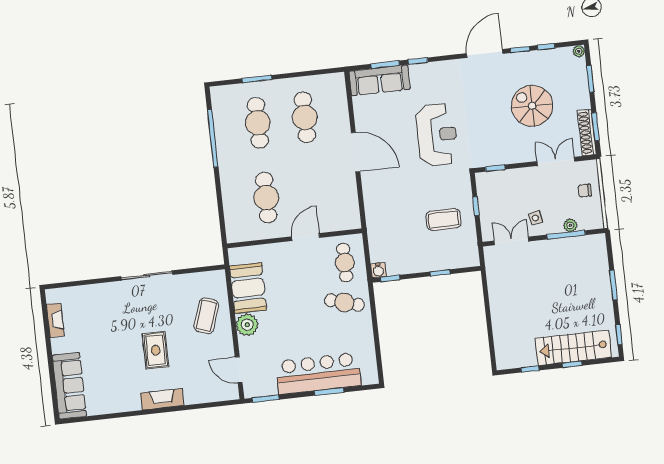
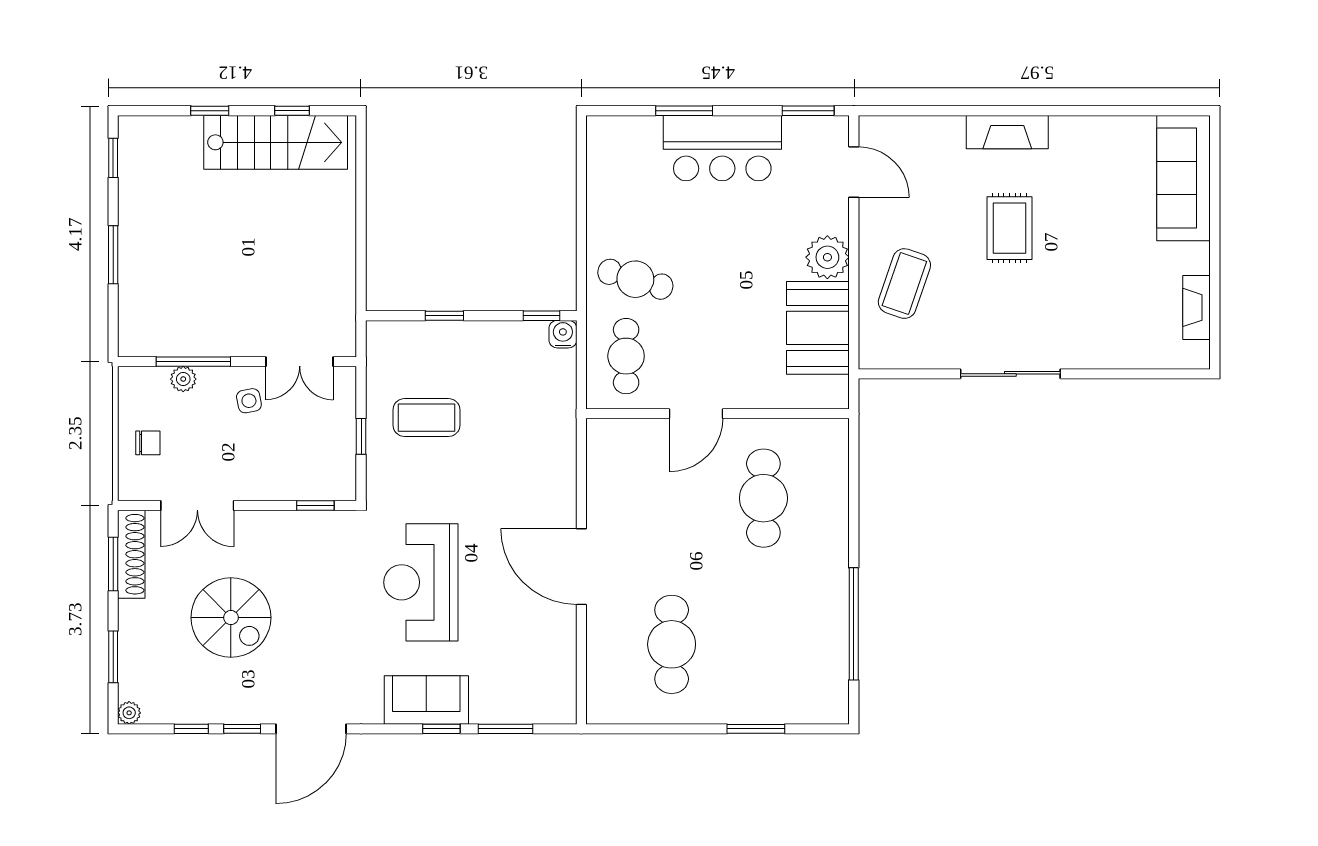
sofa: (379, 80) -> (426, 700), moved, width x0.73
cafe table: (258, 123) -> (763, 644), removed
stairs: (573, 348) -> (276, 142), moved
bar counter: (318, 373) -> (722, 148), width x0.73

